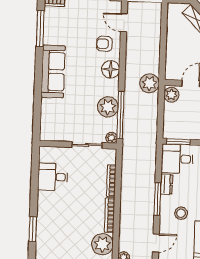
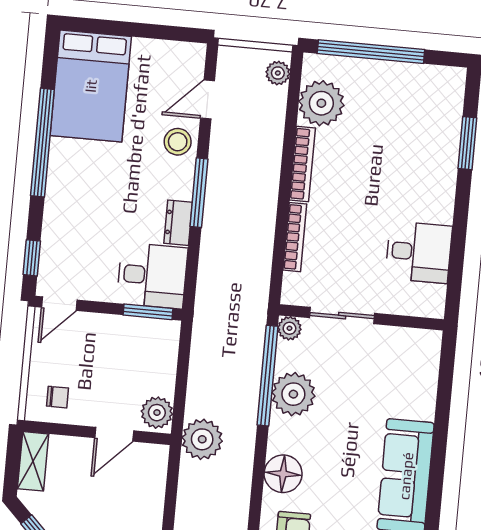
stool: (181, 213) -> (178, 142), moved

